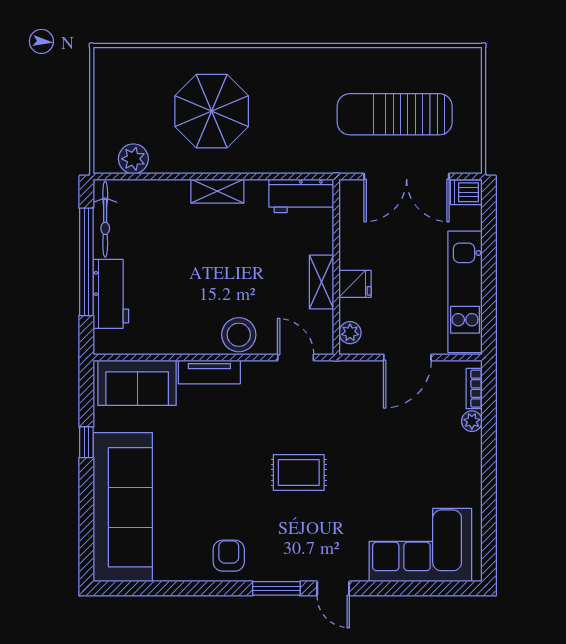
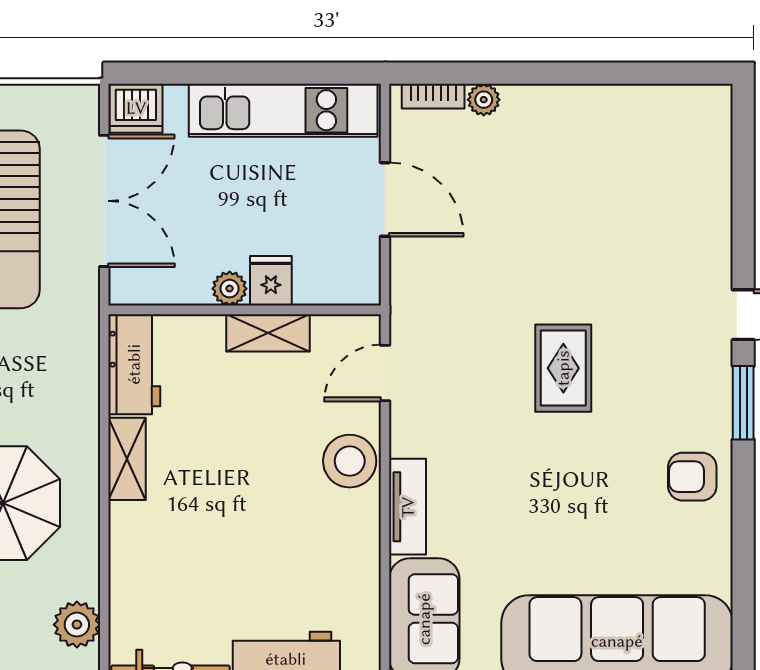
shelving: (217, 191) -> (127, 459), moved
dishwasher: (466, 192) -> (136, 108), width x1.38
plant: (350, 333) -> (230, 289), moved
corner sofa: (420, 545) -> (676, 179), removed

